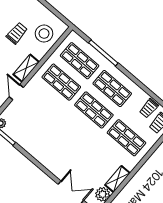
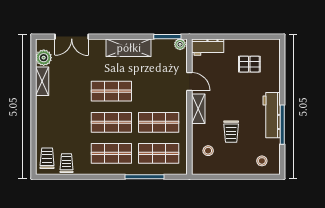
stool: (44, 34) -> (208, 151), width x0.53, depth x0.53
shop shelf: (126, 138) -> (111, 91), moved
shelving: (38, 151) -> (129, 48), added

